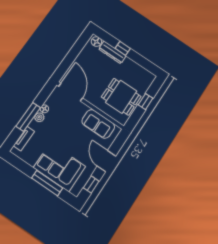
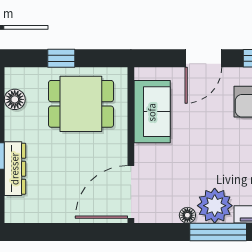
floor lamp: (96, 42) -> (15, 99), moved
dining table: (121, 97) -> (81, 104), turned 90
plant: (39, 117) -> (215, 206), width x1.88, depth x1.88

